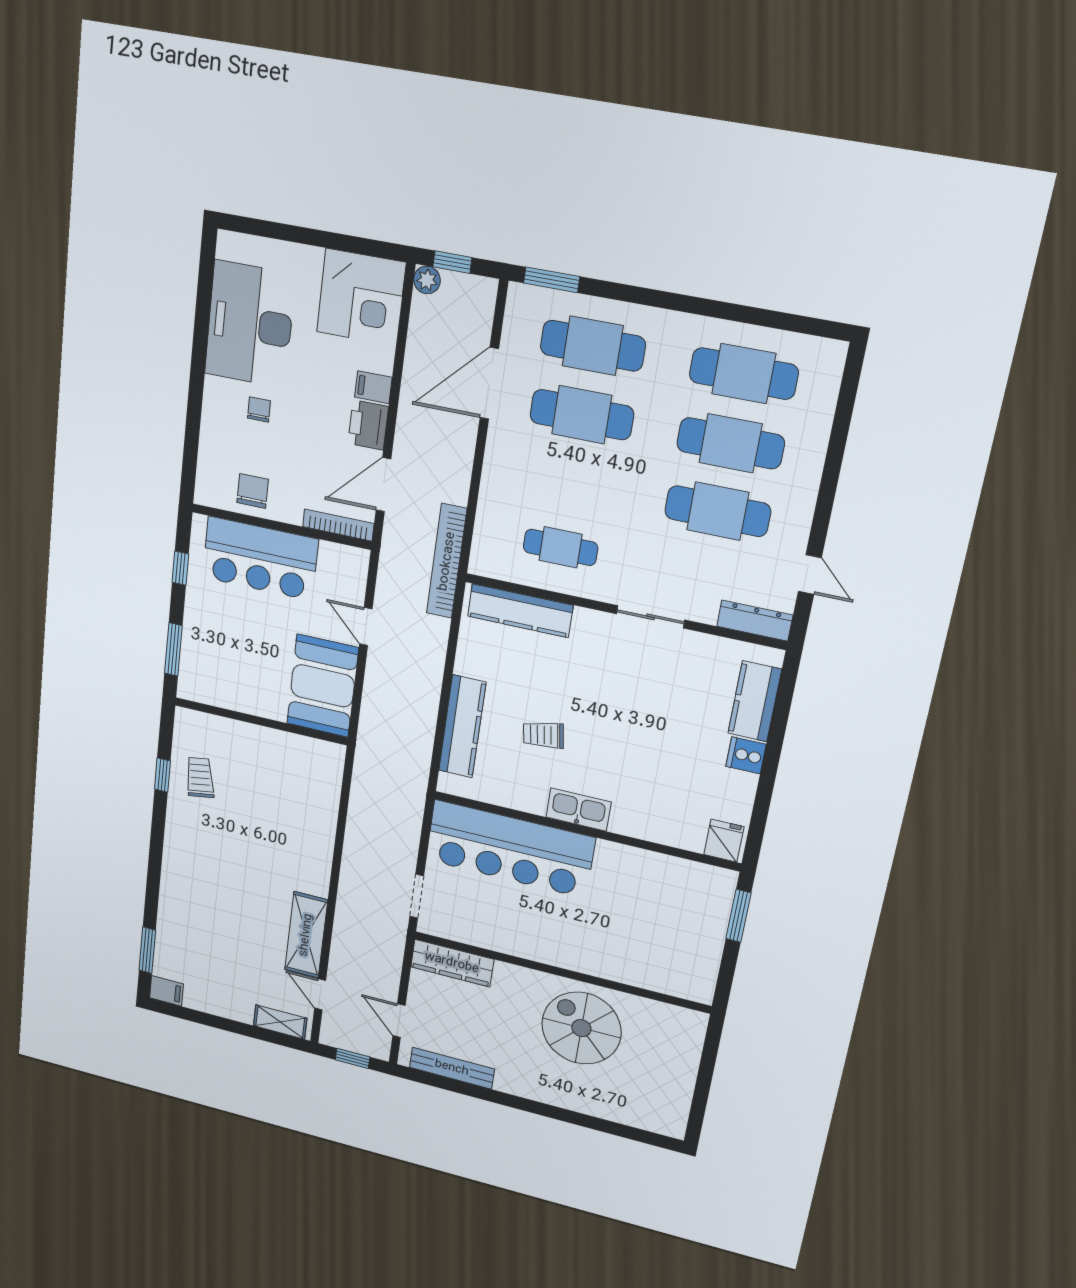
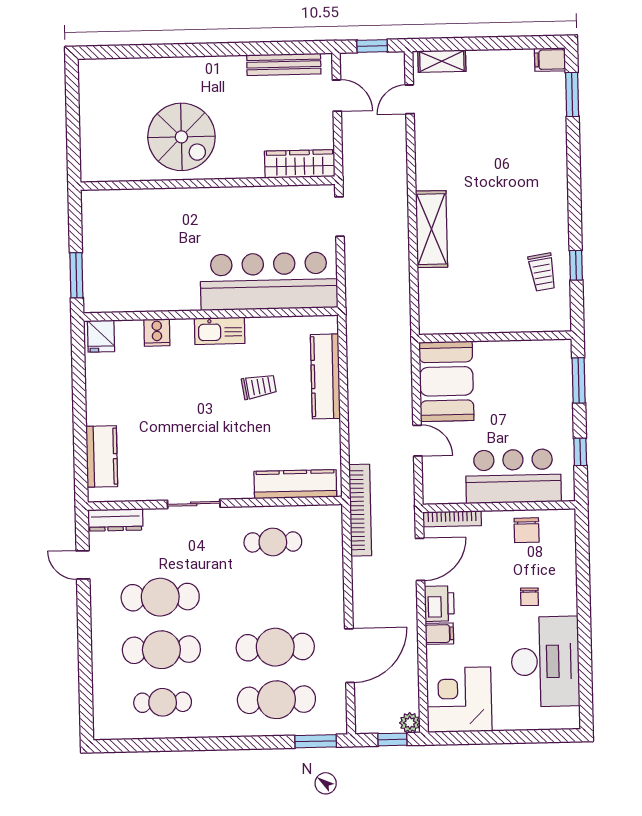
cafe table: (744, 374) -> (163, 702), width x0.73, depth x0.74
cooker: (746, 755) -> (157, 332), moved, turned 90
shelving: (306, 935) -> (432, 229), moved
door: (320, 994) -> (410, 99), swing flipped

